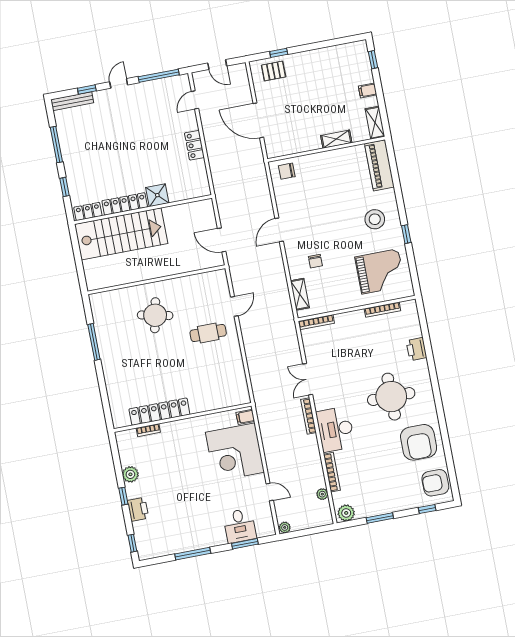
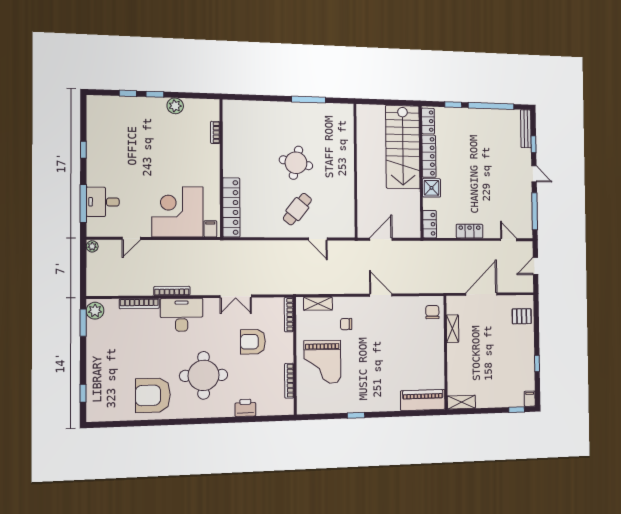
window: (279, 53) -> (537, 363), moved
pallet: (274, 71) -> (522, 316), turned 90
filing cabinet: (368, 90) -> (530, 399), moved
shelving: (336, 139) -> (453, 329), moved
window: (56, 145) -> (491, 106), width x1.46
locker: (196, 190) -> (430, 224), added
stool: (375, 219) -> (375, 387), removed
grand piano: (380, 271) -> (322, 362), moved
round table: (155, 315) -> (296, 163), moved
cafe table: (208, 333) -> (297, 209), turned 39
double door: (308, 379) -> (236, 296), swing flipped
locker: (159, 412) -> (231, 207), moved
bookcase: (309, 416) -> (172, 291), moved
armchair: (435, 483) -> (253, 342), moved, turned -90
plant: (322, 494) -> (119, 290), removed
printer: (138, 509) -> (139, 106), removed
window: (380, 518) -> (83, 323), moved
window: (132, 543) -> (128, 93), moved
window: (245, 544) -> (83, 203), width x1.44
window: (193, 554) -> (83, 150), width x0.46

